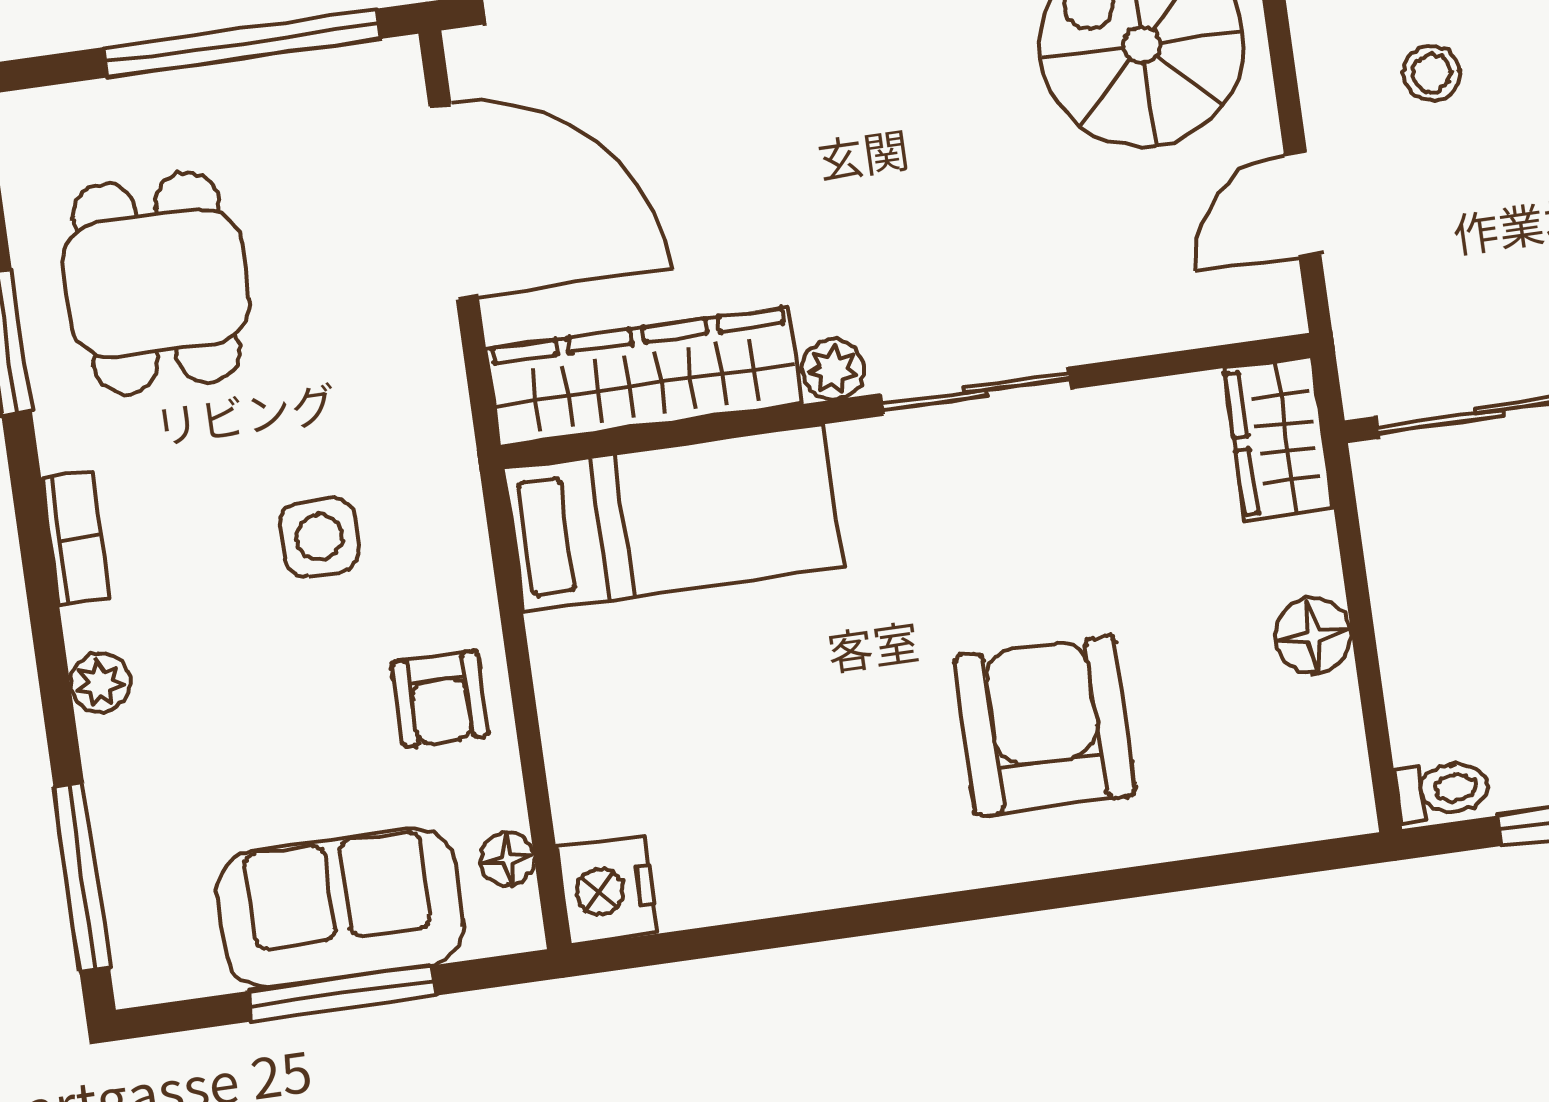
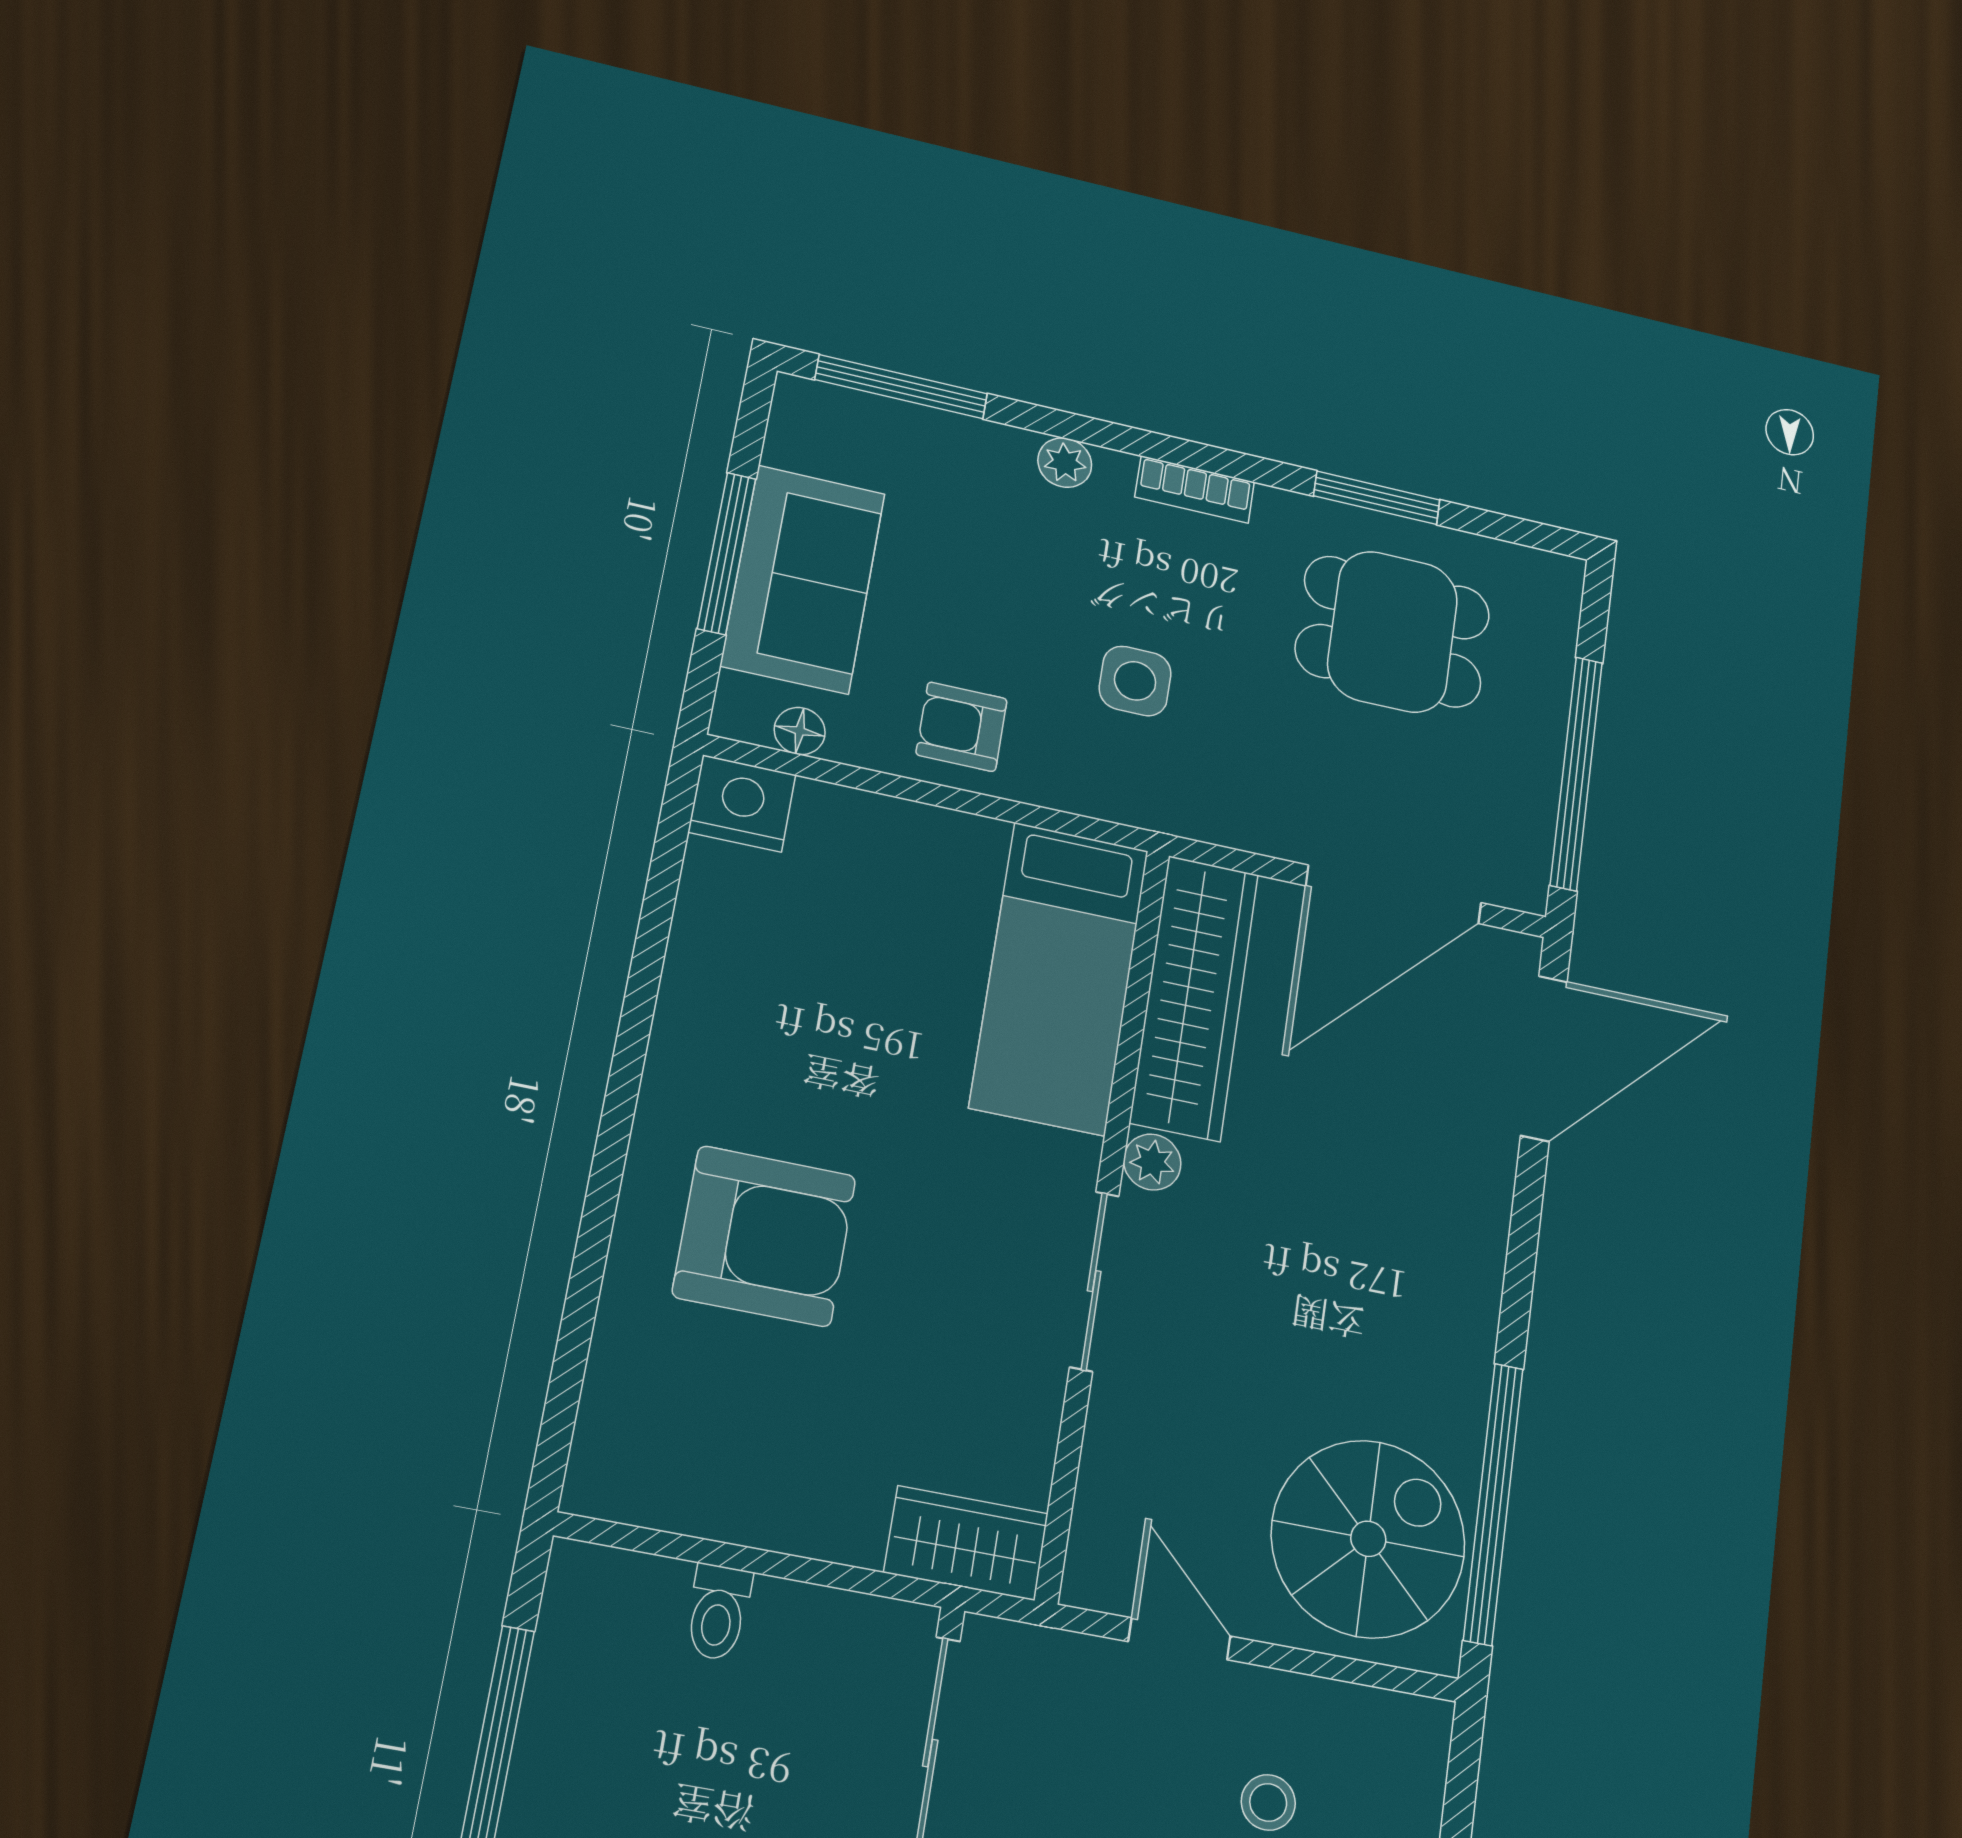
floor lamp: (1313, 636) -> (768, 1512), removed
toilet: (1442, 790) -> (718, 1612), moved

